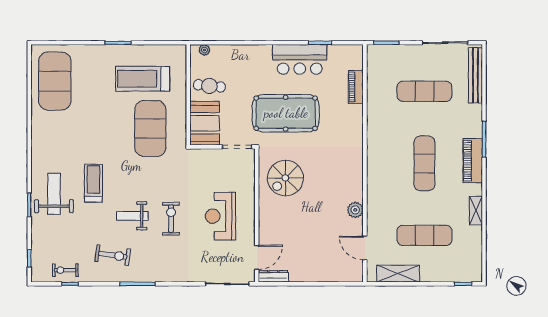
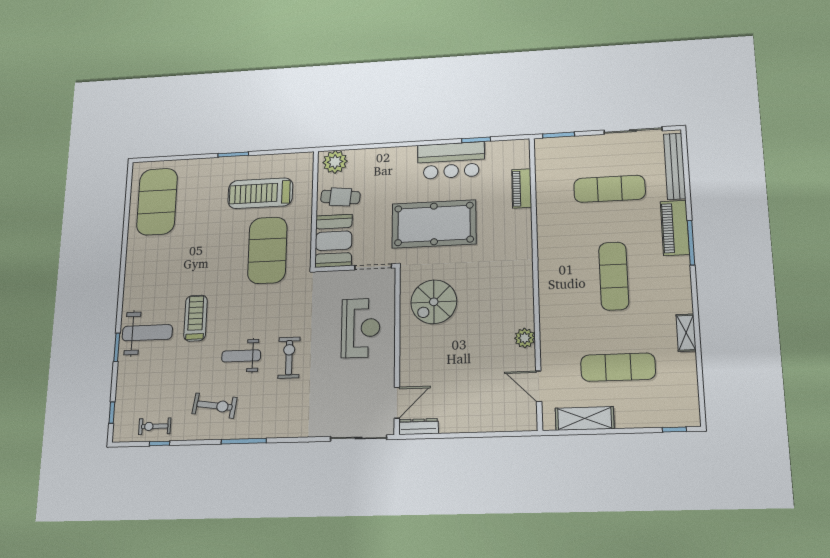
plant: (204, 50) -> (335, 162), width x1.88, depth x1.88
piano: (473, 161) -> (675, 228), moved
weight bench: (54, 194) -> (147, 333), turned 90
reception desk: (220, 216) -> (361, 328), moved, turned 180

